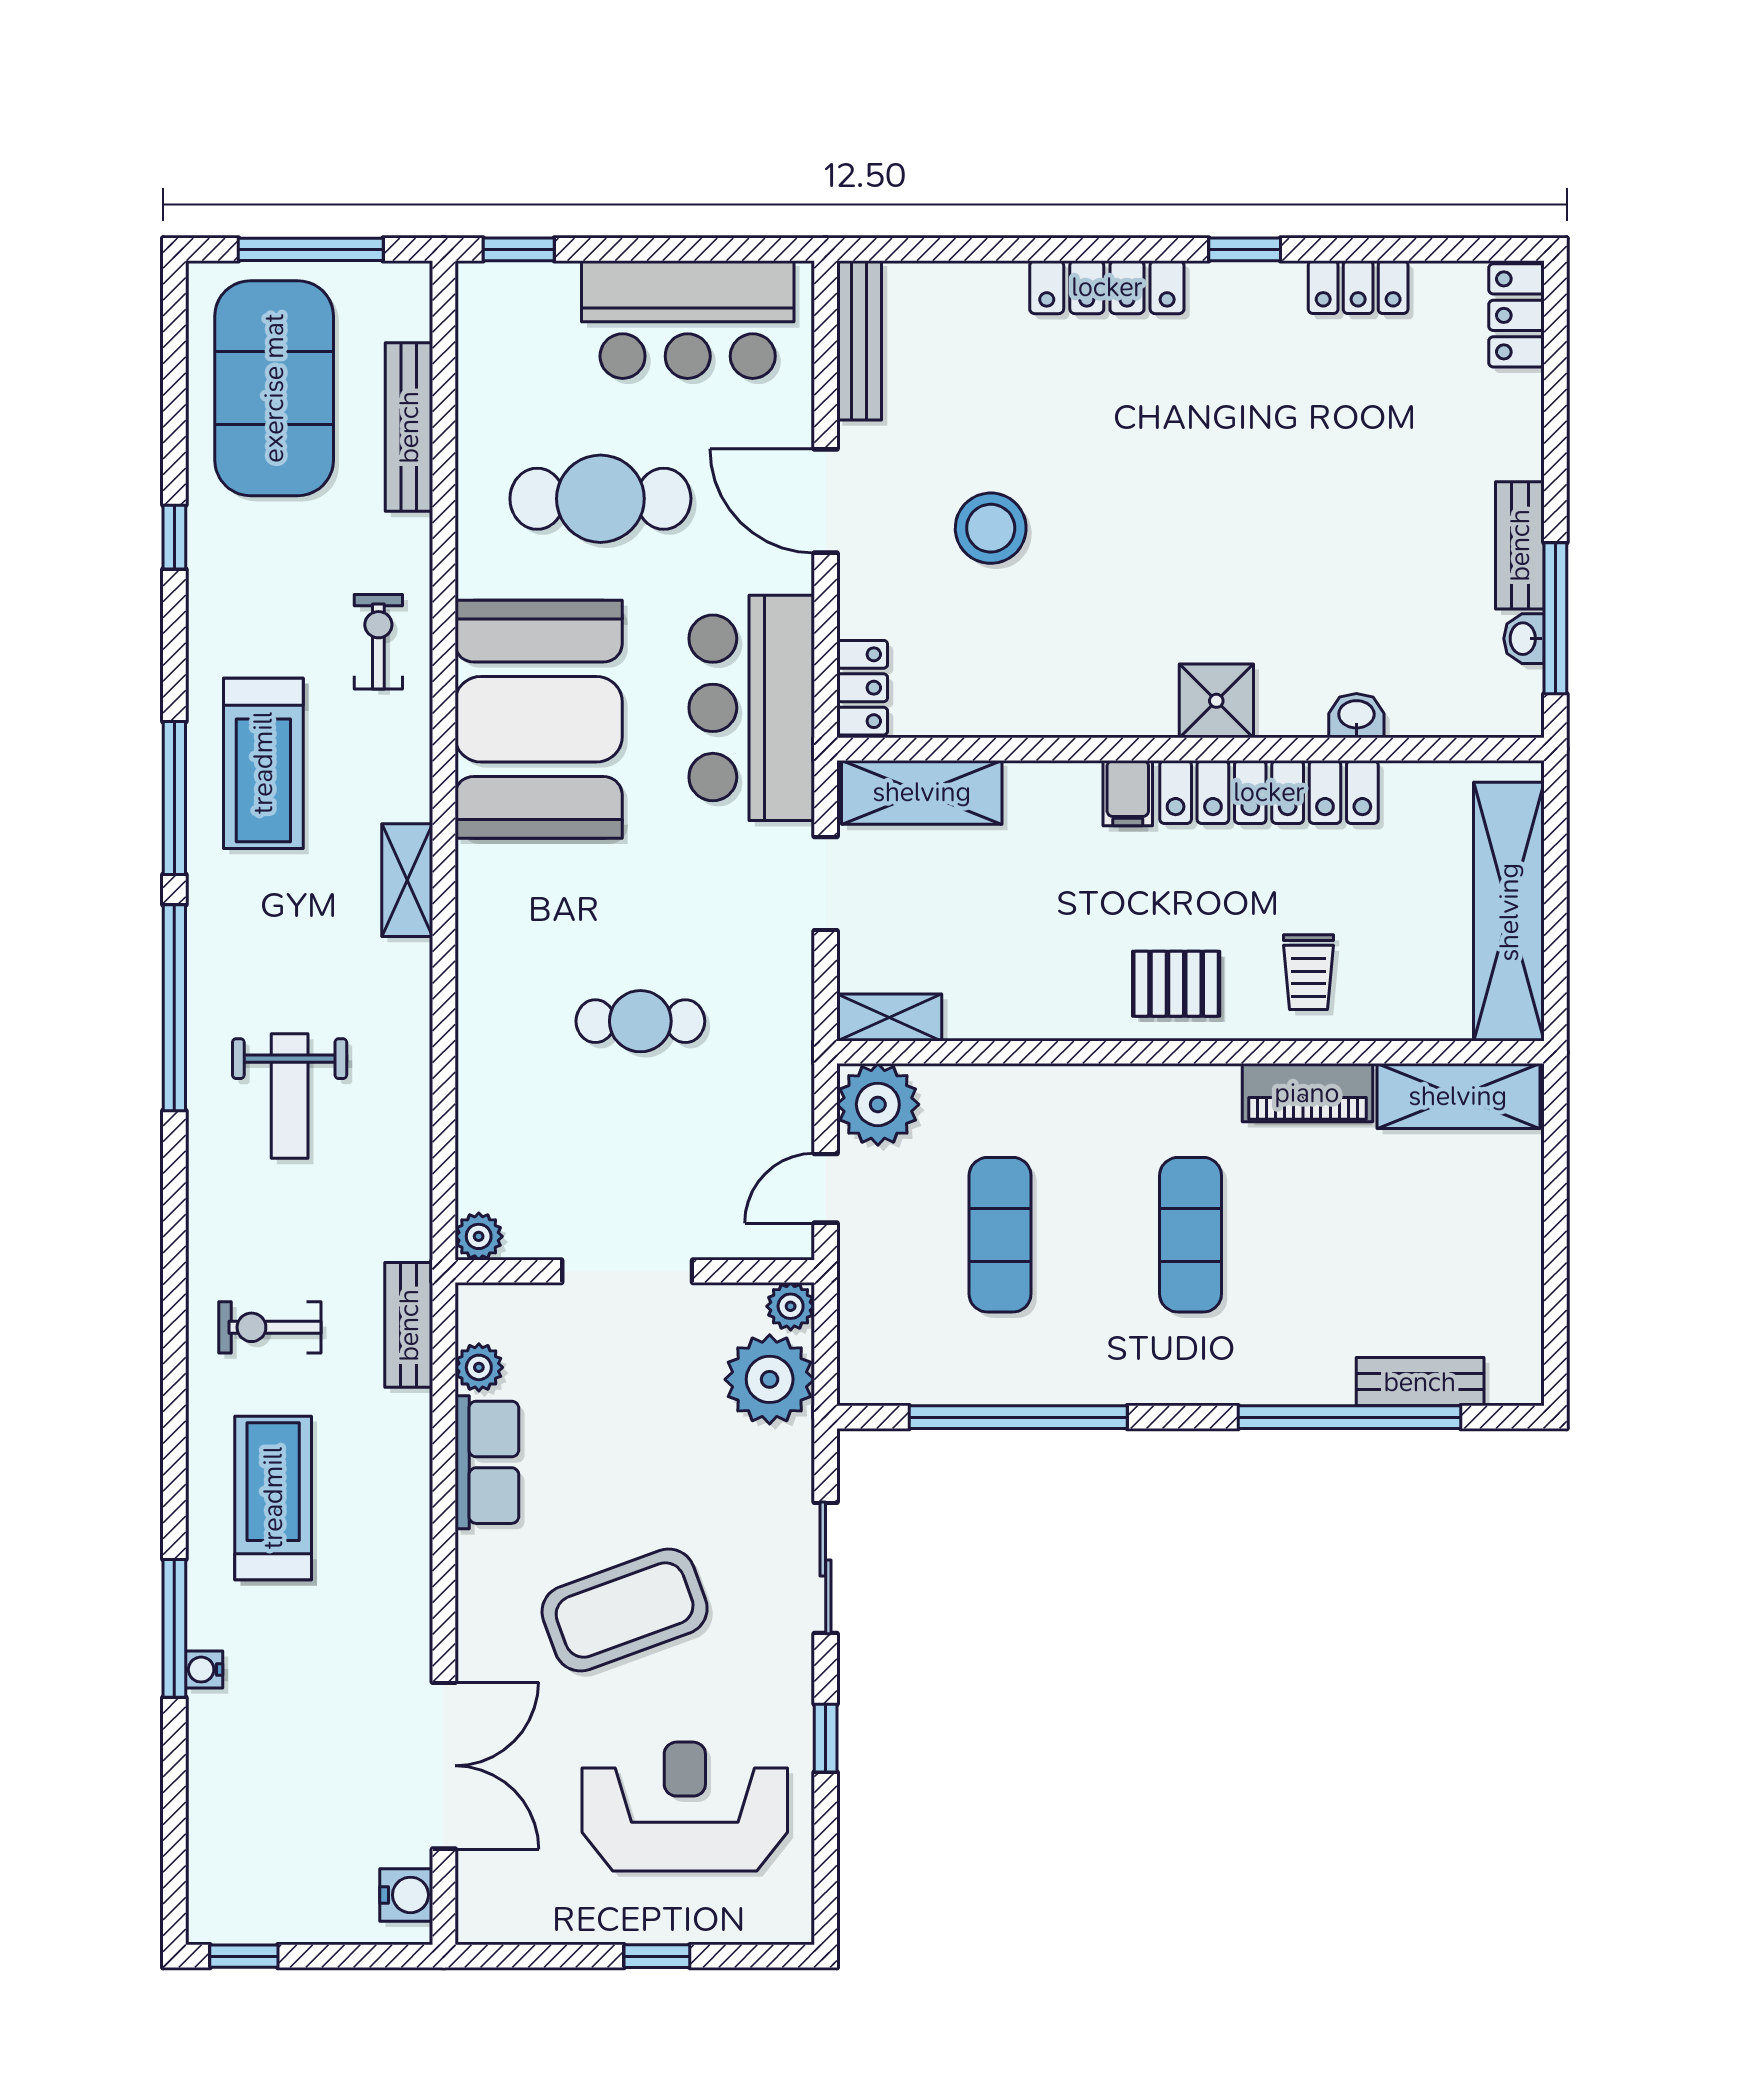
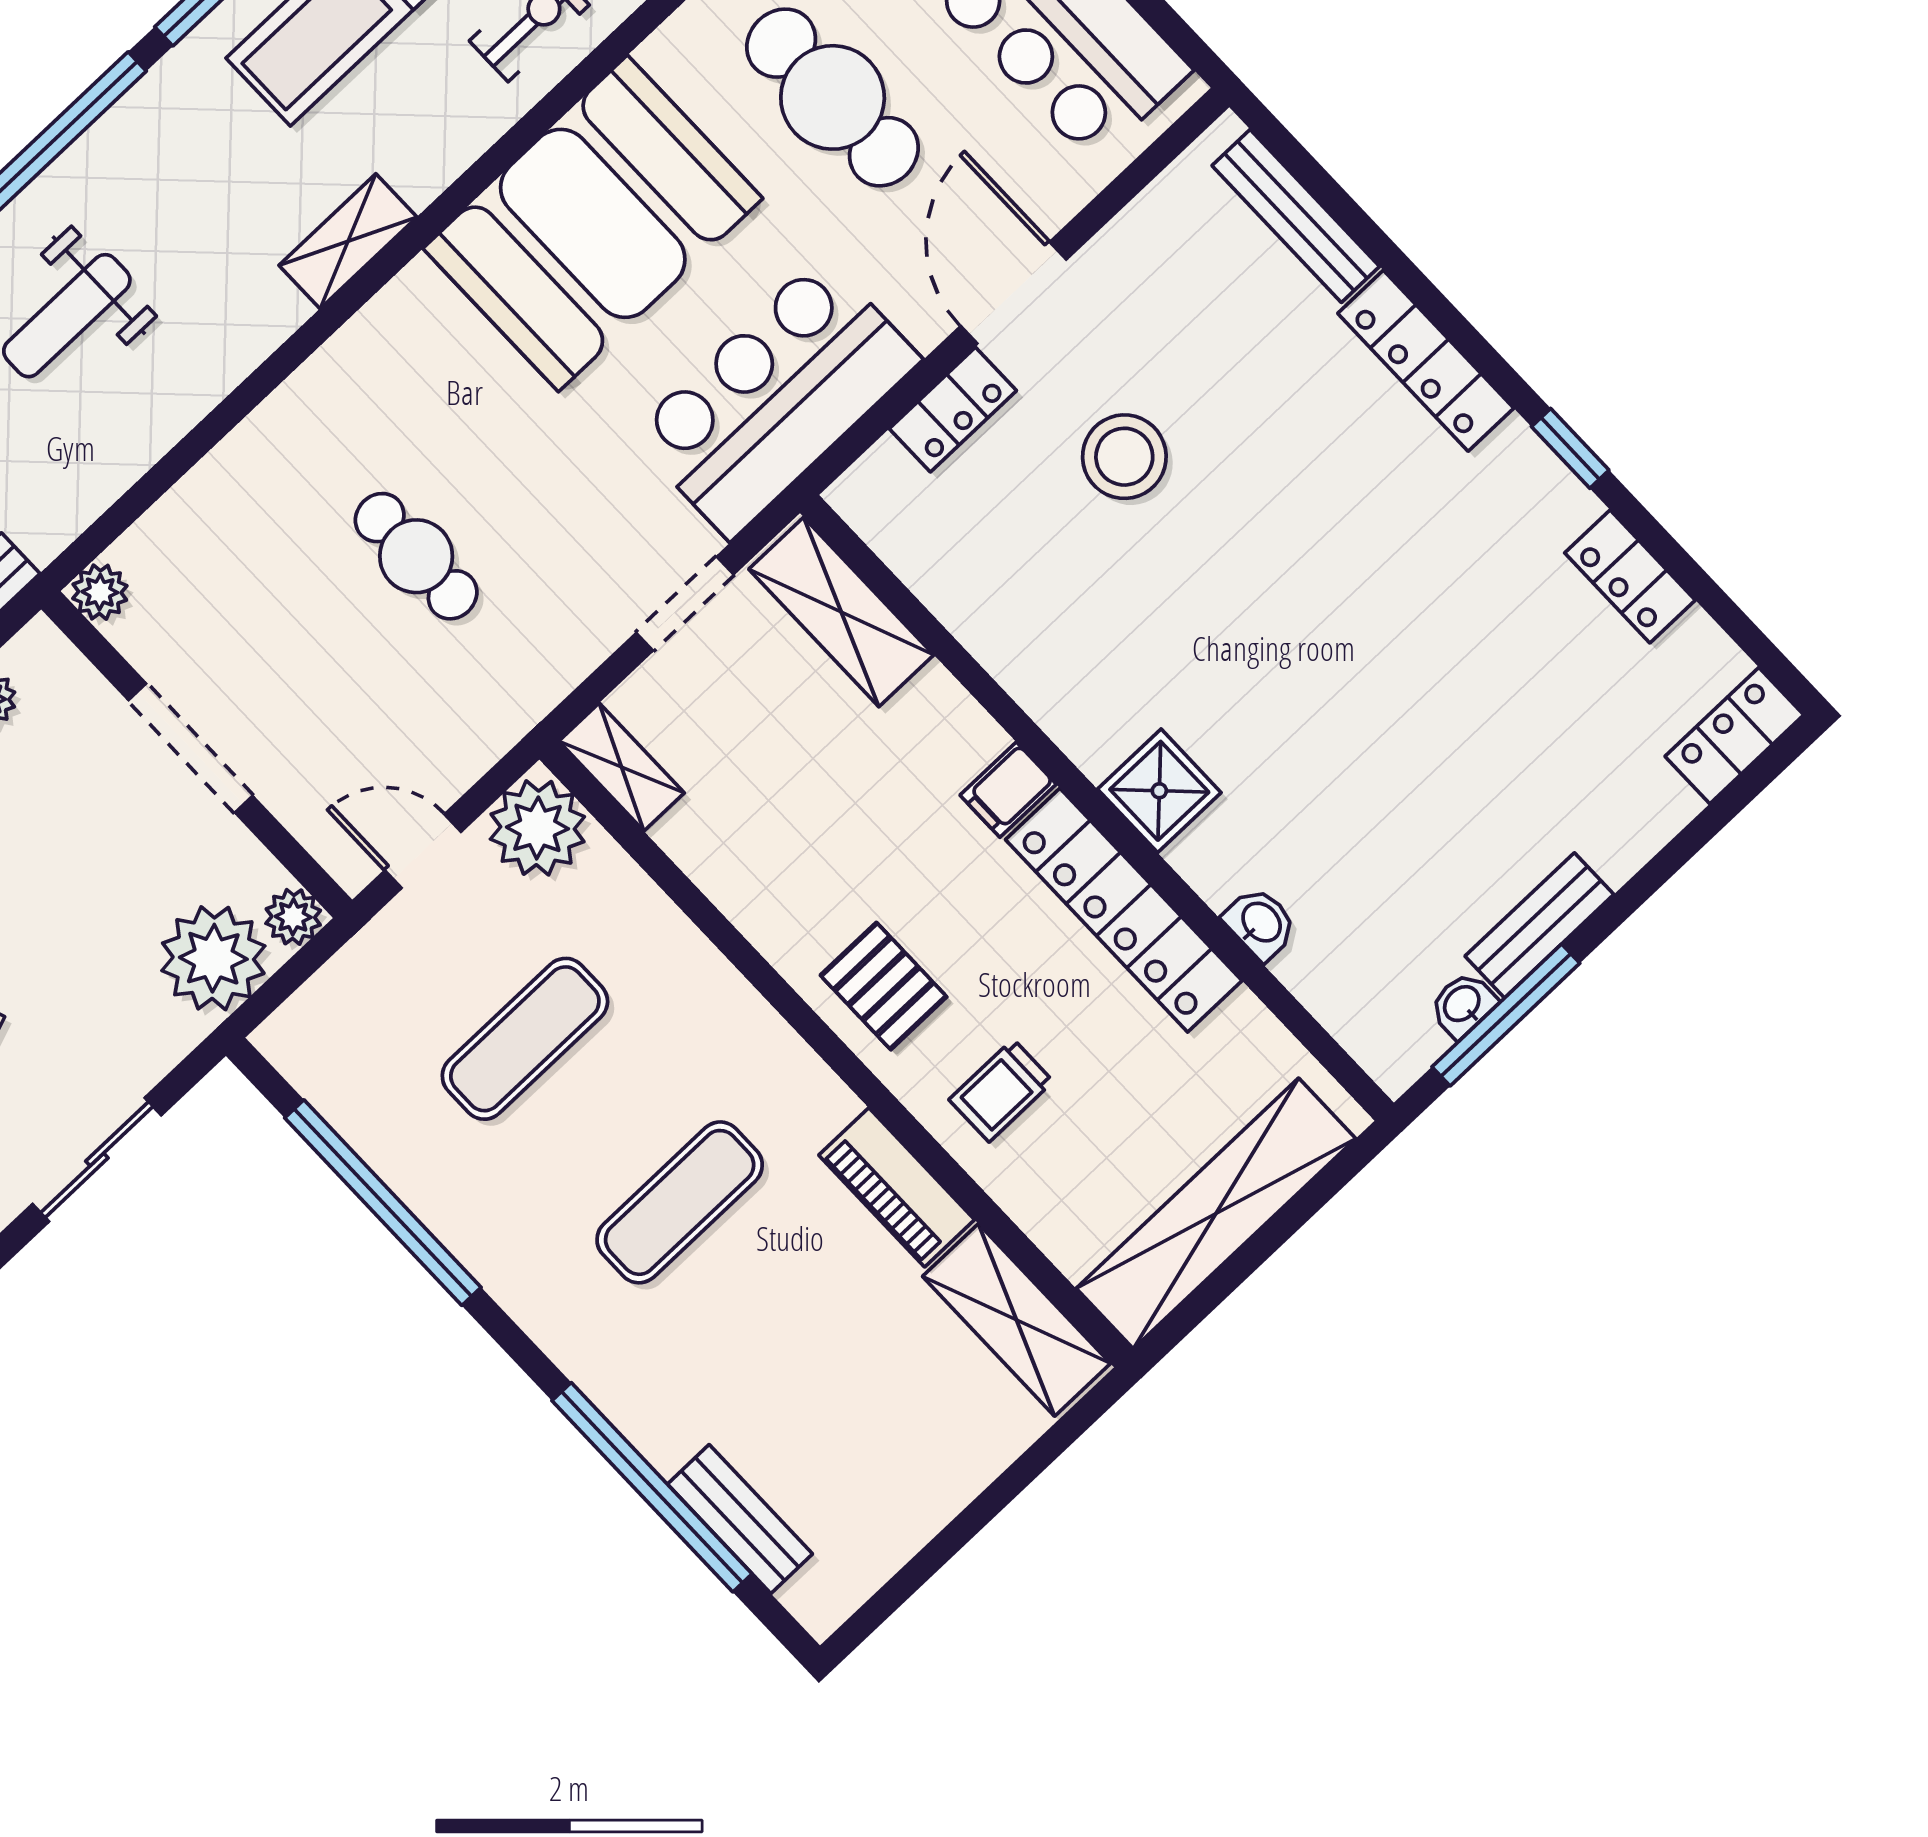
bench: (859, 340) -> (1296, 216), moved, turned 90
locker: (862, 688) -> (953, 410), moved

